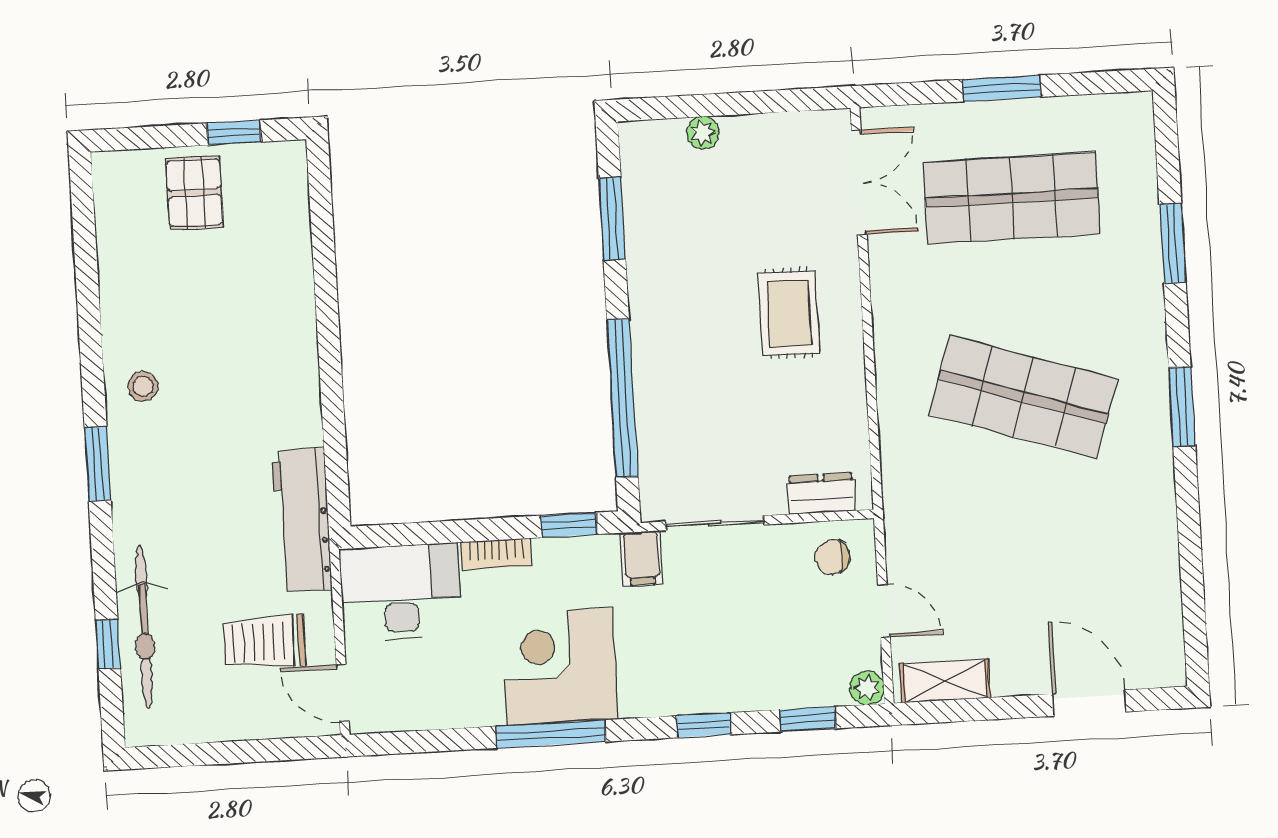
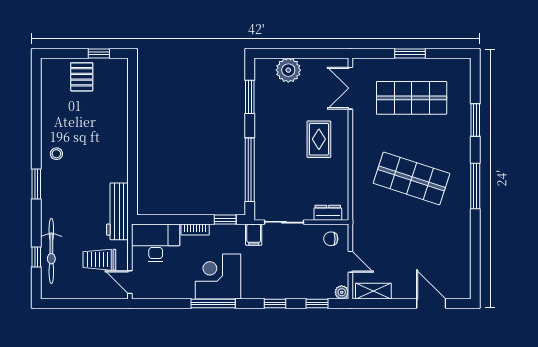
plant: (703, 133) -> (288, 70), width x1.88, depth x1.88
double door: (859, 183) -> (350, 88), swing flipped
window: (1182, 406) -> (475, 186), width x1.44

